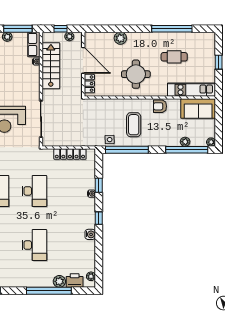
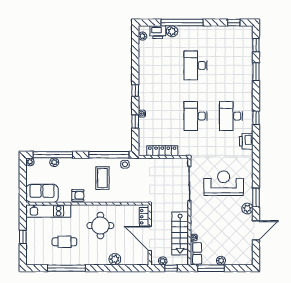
water cooler: (90, 234) -> (143, 75), removed

